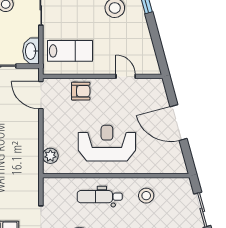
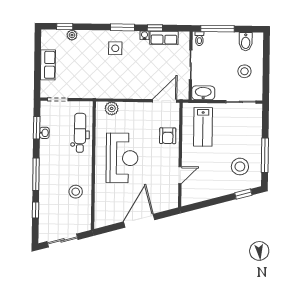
dental chair: (100, 197) -> (80, 133), moved

